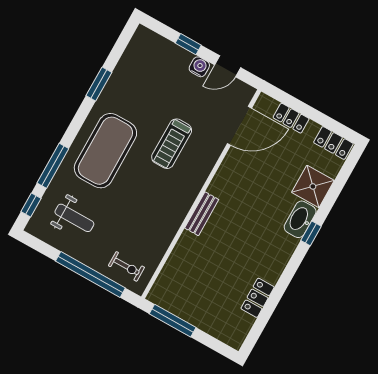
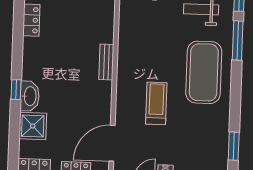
window: (99, 84) -> (234, 146), moved

